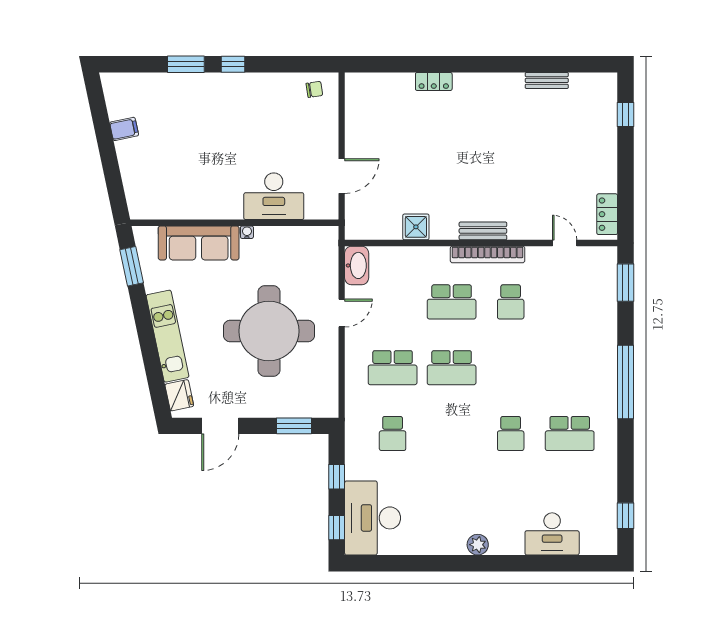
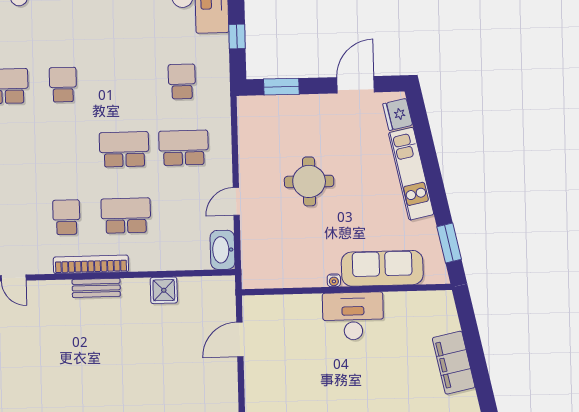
filing cabinet: (124, 129) -> (454, 363), width x3.00, depth x1.17
desk: (274, 196) -> (353, 316), moved
round table: (269, 331) -> (309, 181), width x0.54, depth x0.54

